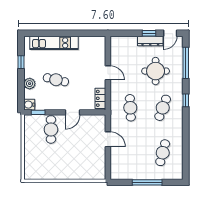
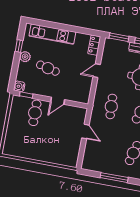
window: (125, 33) -> (119, 37), added
door: (108, 73) -> (97, 71), swing flipped
plant: (30, 84) -> (25, 57), moved
locker: (100, 98) -> (94, 45), moved

